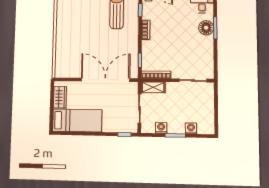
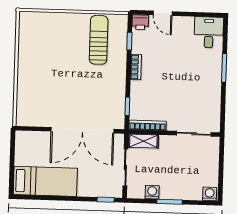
floor lamp: (206, 28) -> (213, 67), removed
double door: (105, 80) -> (82, 130), swing flipped
wardrobe: (60, 97) -> (23, 151), removed
washing machine: (191, 128) -> (210, 194), moved

